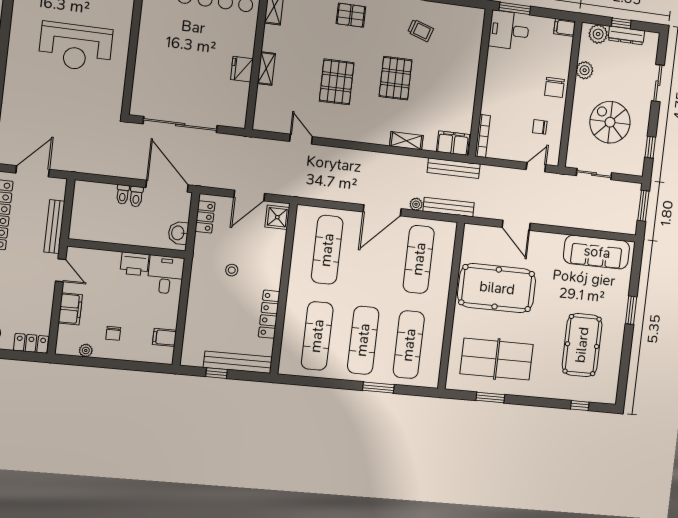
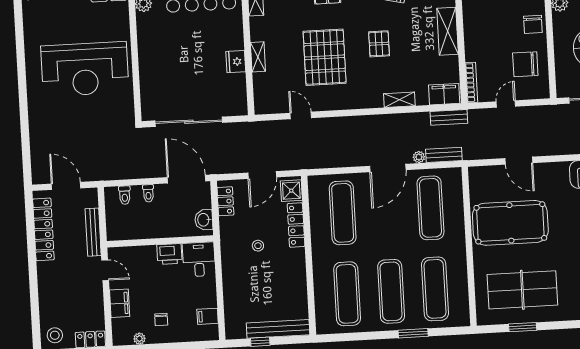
reception desk: (76, 47) -> (85, 69), width x1.36, depth x1.30
pallet: (396, 78) -> (379, 44), width x0.67, depth x0.71
shelving: (468, 78) -> (448, 31), added
pallet: (337, 82) -> (325, 57), width x1.37, depth x1.41
chair: (540, 127) -> (525, 64), width x1.87, depth x1.87
door: (536, 167) -> (506, 104), moved
bench: (454, 168) -> (449, 117), width x0.73
door: (33, 171) -> (66, 186), hinge flipped
toilet: (136, 197) -> (125, 195), moved
bench: (449, 207) -> (444, 155), width x0.73
locker: (269, 314) -> (296, 225), moved

